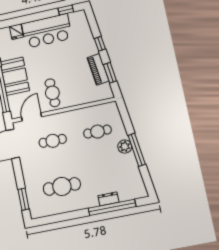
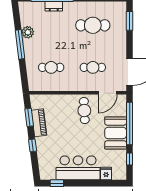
plant: (125, 147) -> (28, 32), moved

